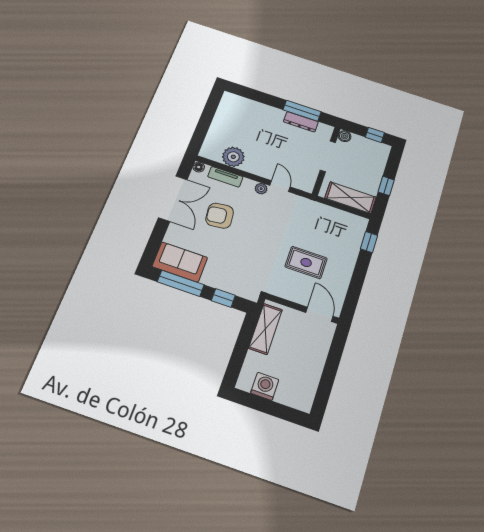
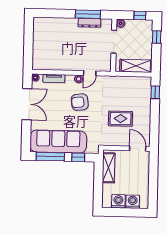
plant: (233, 157) -> (54, 63), removed
door: (280, 186) -> (90, 73), swing flipped
window: (386, 186) -> (157, 37), moved
armchair: (220, 216) -> (80, 102), moved
sofa: (180, 262) -> (58, 141), width x1.85, depth x1.27
washing machine: (287, 394) -> (133, 202), added

